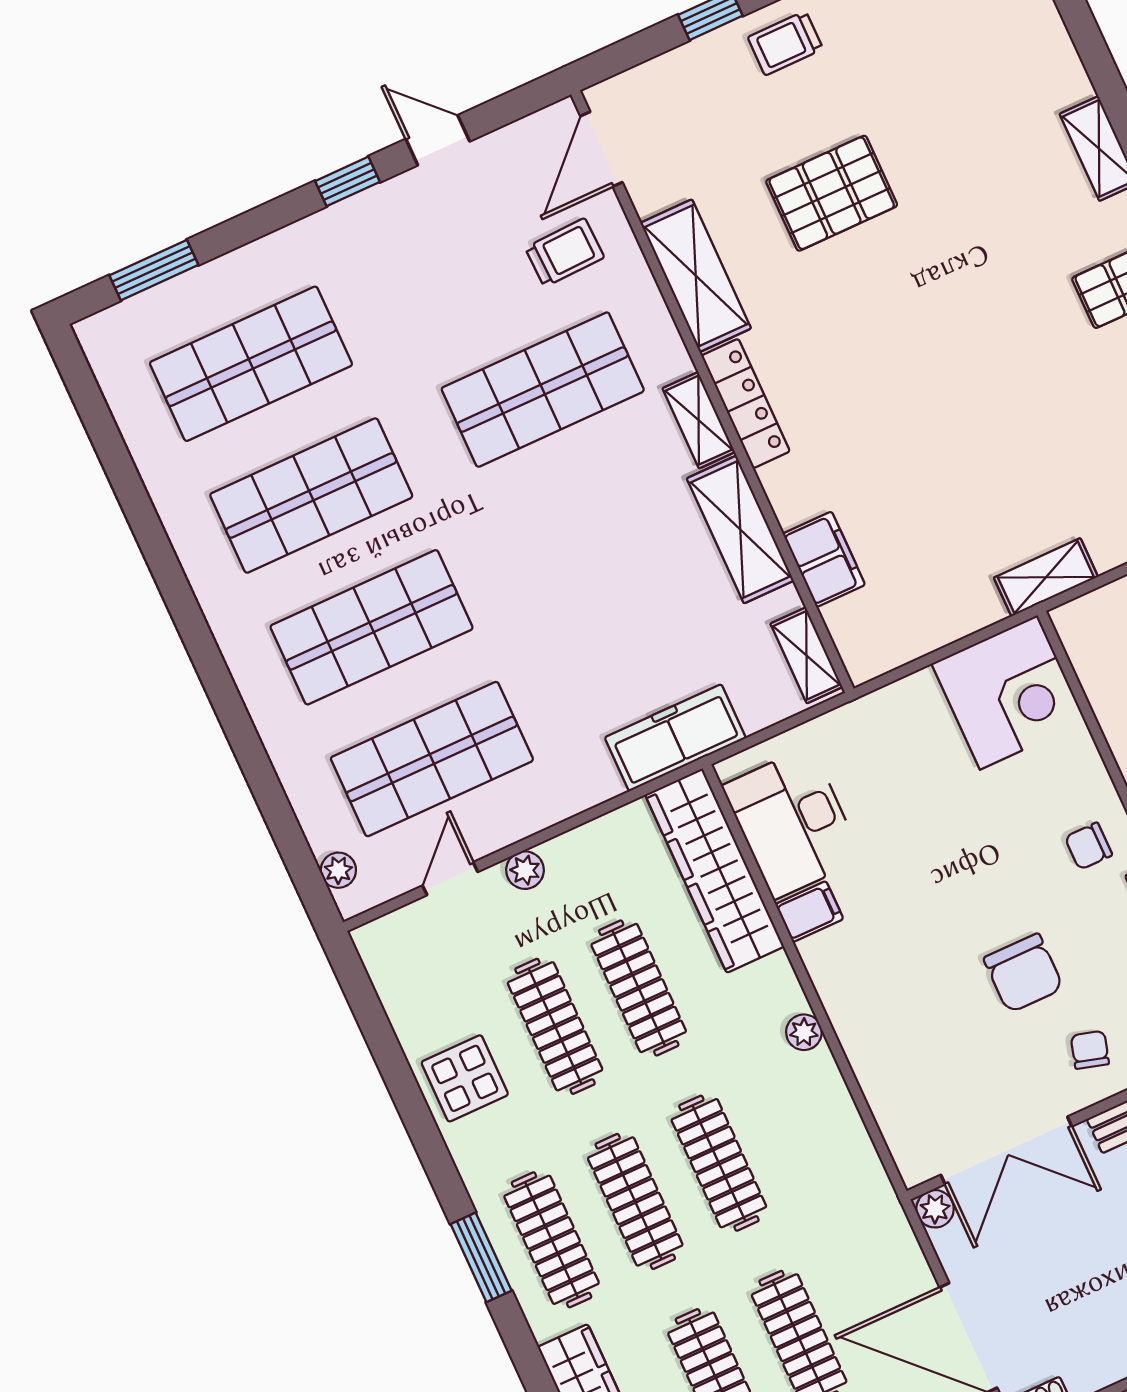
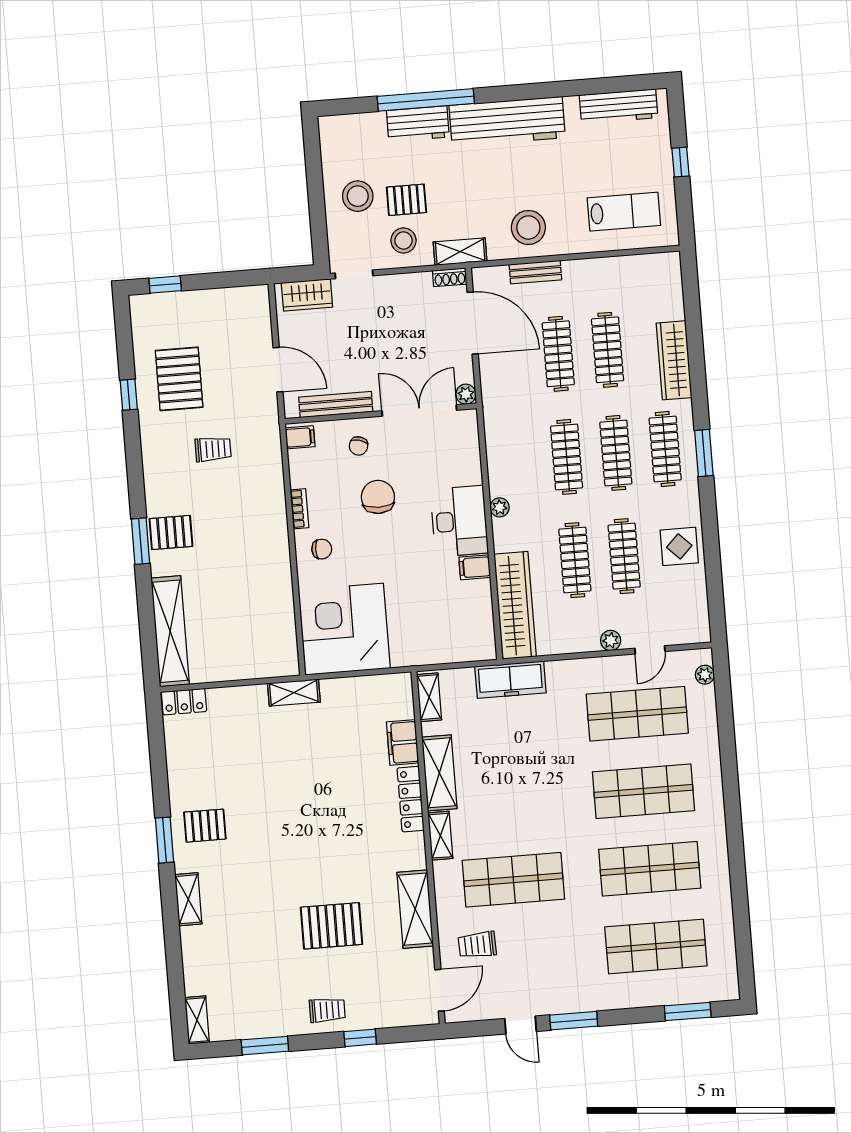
window: (348, 181) -> (574, 1021), width x1.50
locker: (746, 403) -> (411, 799), moved
corner desk: (1009, 692) -> (344, 629), width x1.36, depth x1.36
desk: (792, 823) -> (459, 521), moved

